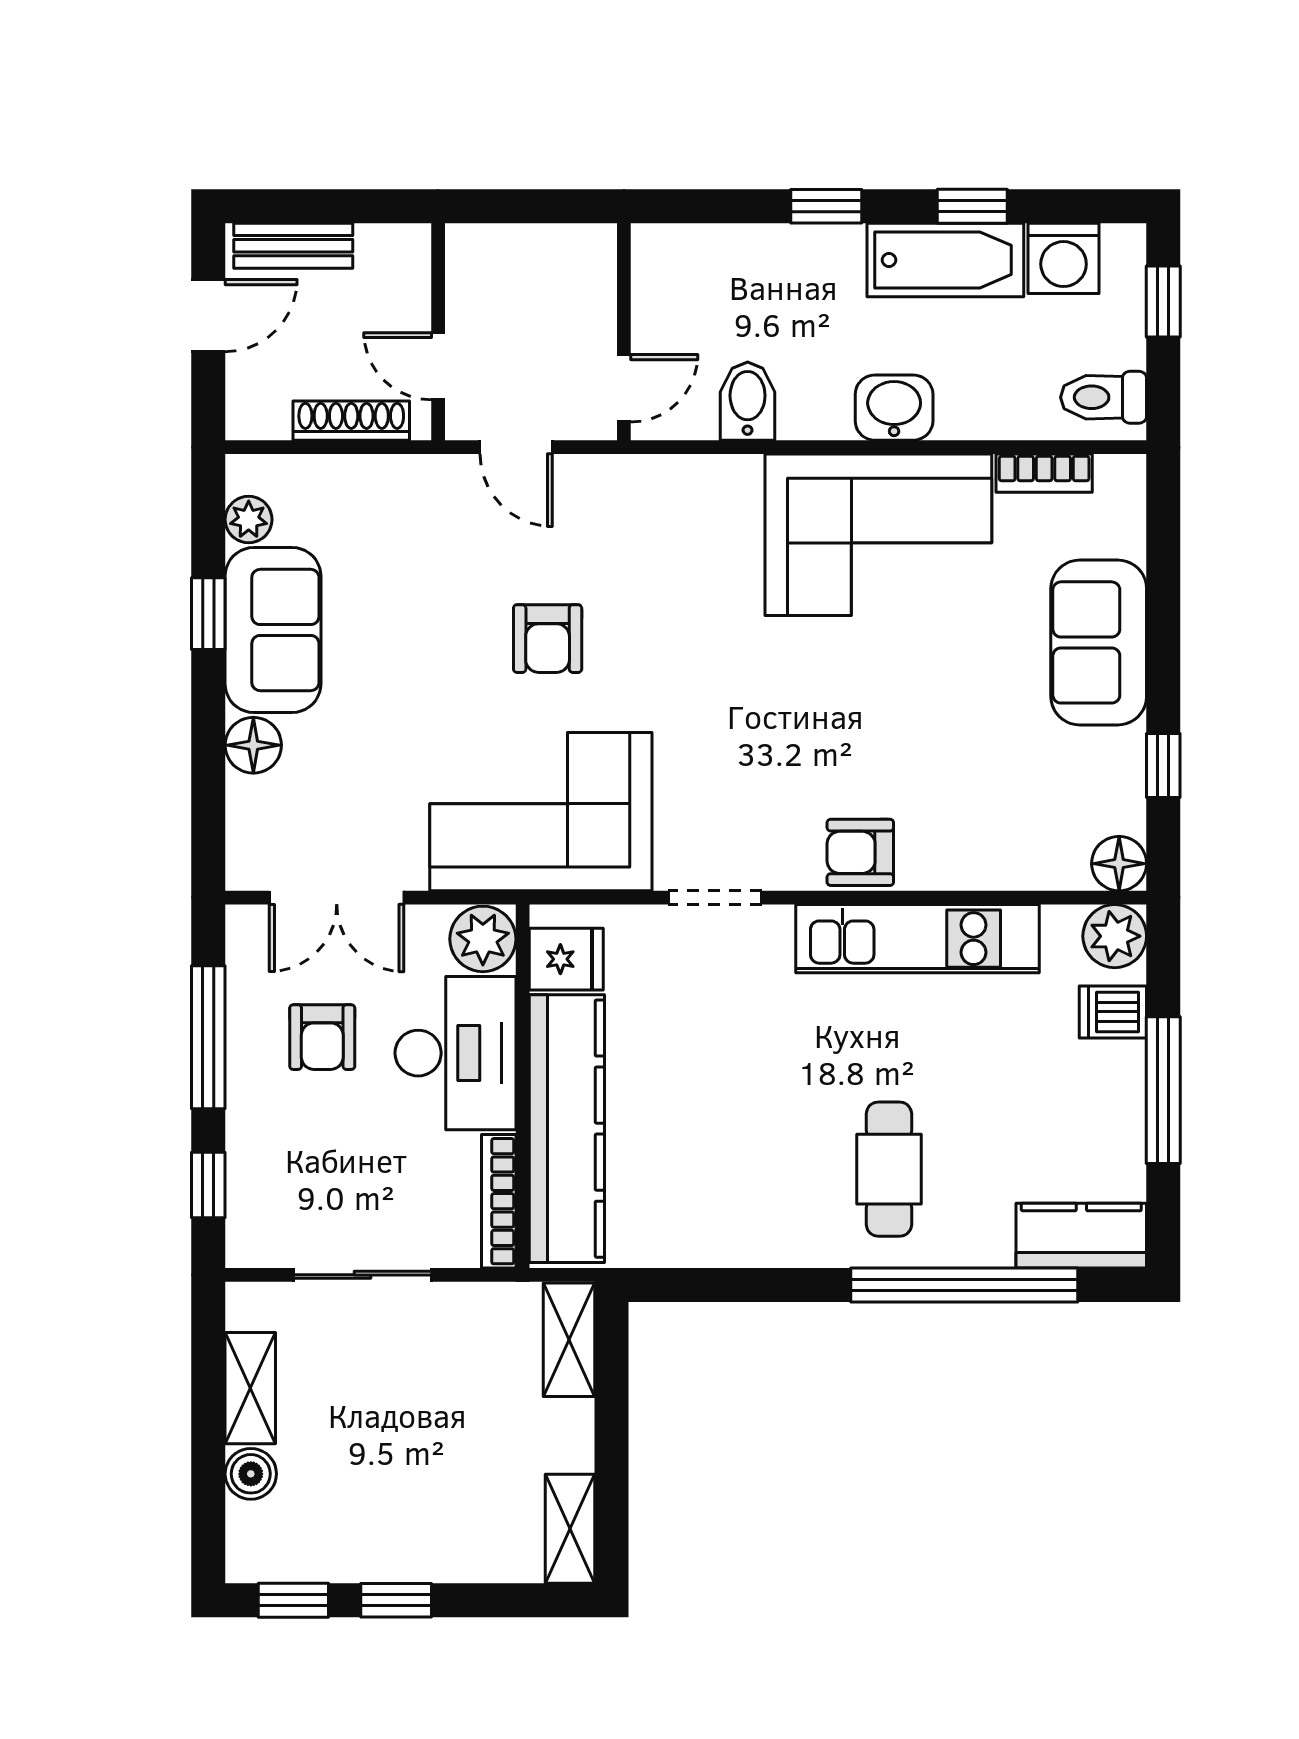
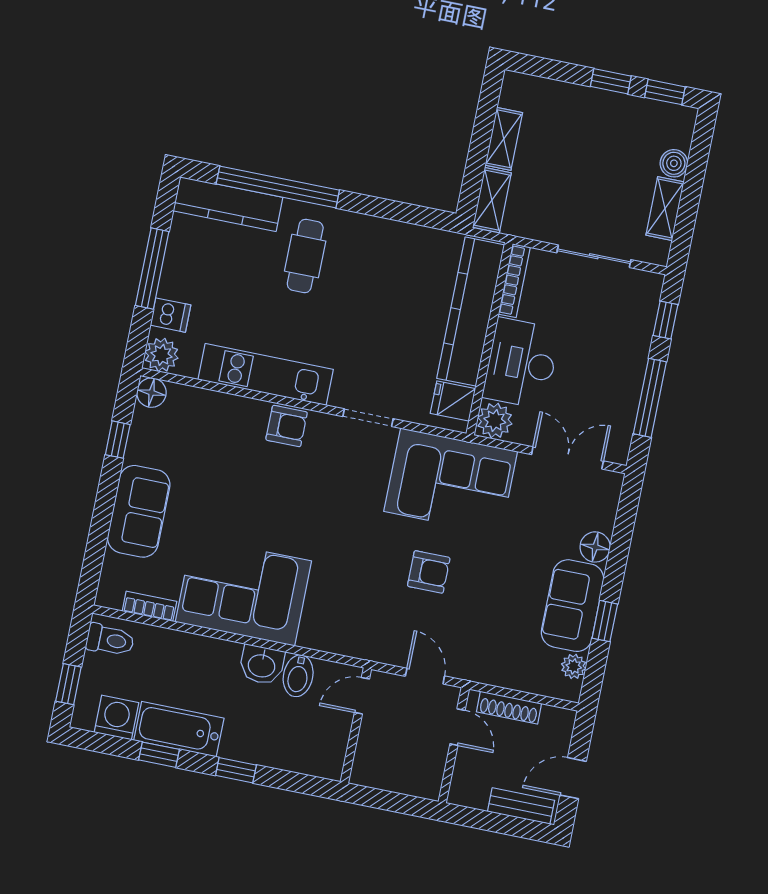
washbasin: (894, 408) -> (262, 665), moved
armchair: (548, 639) -> (429, 572), turned 90
armchair: (322, 1037) -> (590, 386), removed
kitchen counter: (1081, 1236) -> (228, 204), width x1.50
shelving: (570, 1529) -> (504, 139), moved

